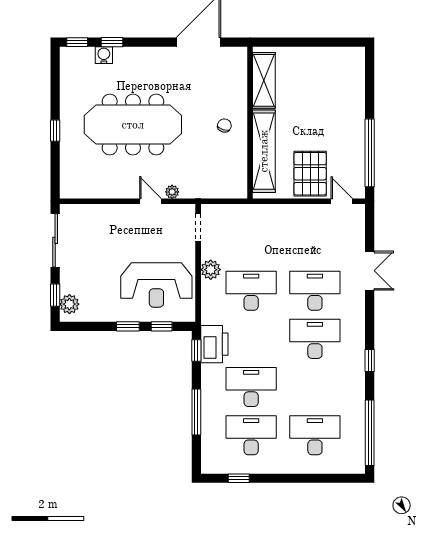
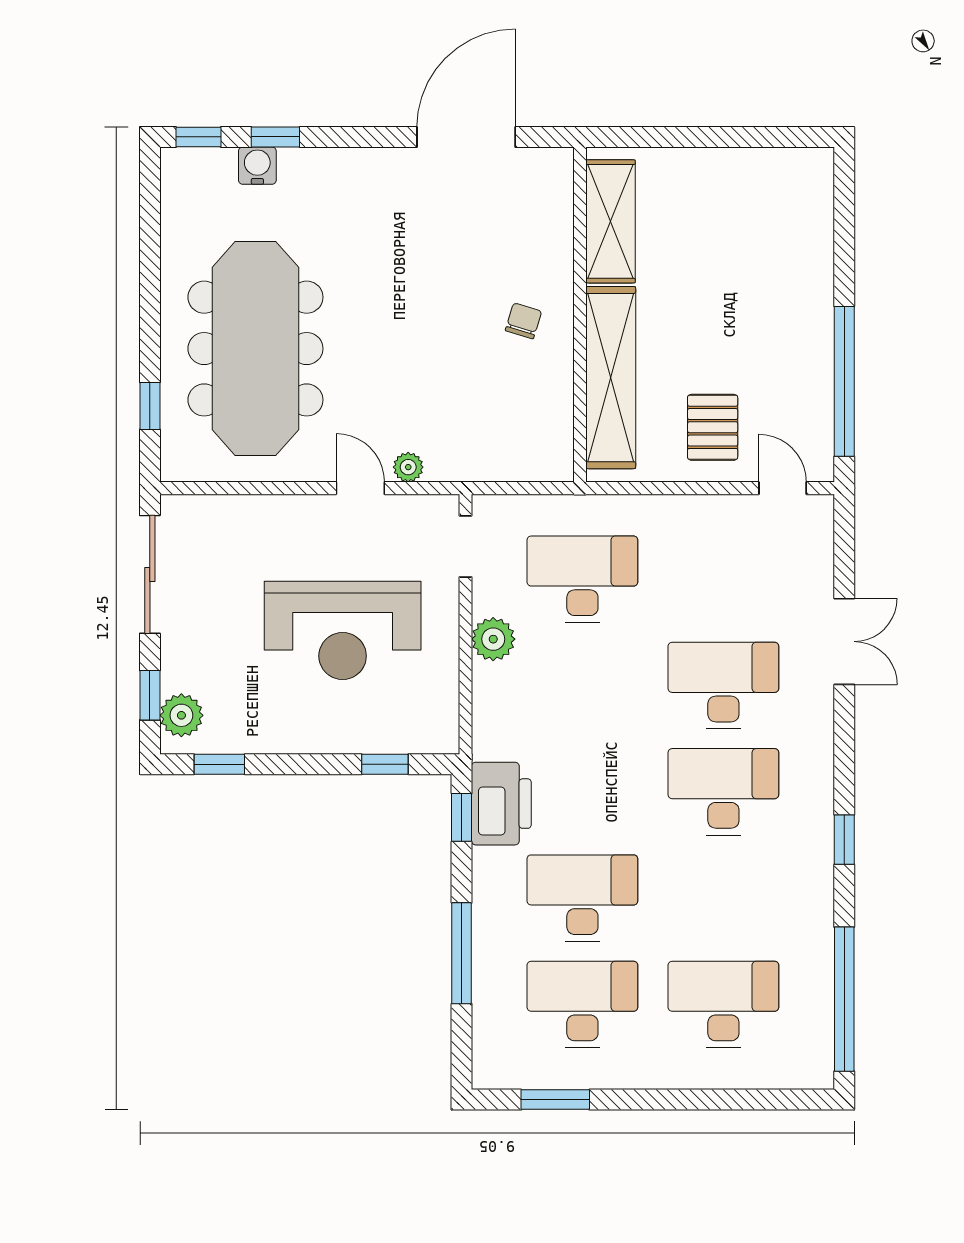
meeting table: (133, 125) -> (255, 349), moved, turned 90
window: (55, 131) -> (150, 406), moved
pallet: (310, 174) -> (713, 427), width x0.67, depth x0.71
reception desk: (156, 285) -> (343, 630), moved
desk: (251, 291) -> (582, 579), moved
window: (128, 326) -> (219, 764), moved
window: (239, 478) -> (555, 1100), width x1.50

